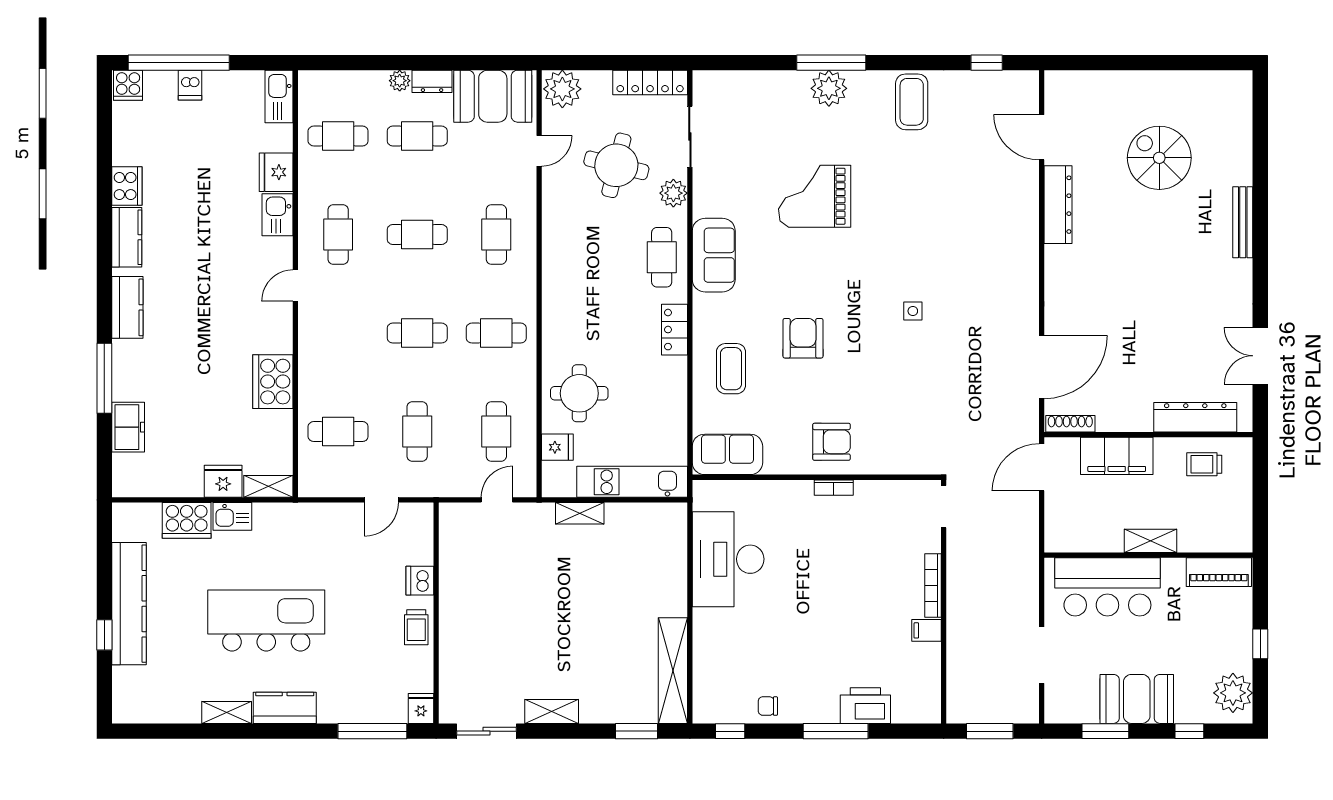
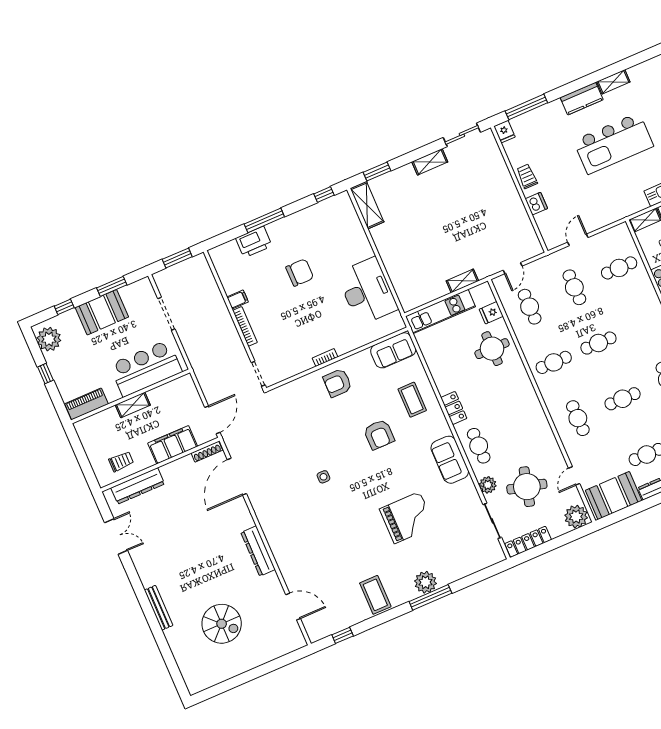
dresser: (1058, 205) -> (258, 551), moved
shelving: (673, 671) -> (367, 205), width x0.68
chair: (768, 706) -> (300, 273), moved, width x1.87, depth x1.87

